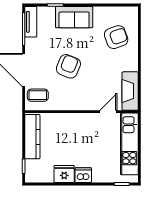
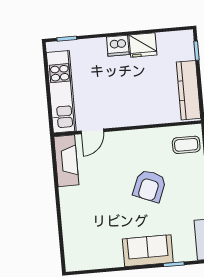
armchair: (116, 37) -> (91, 229), removed

